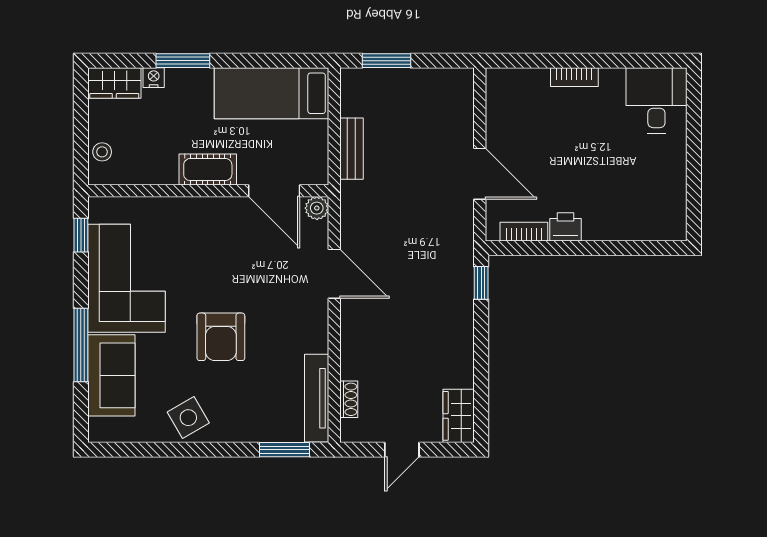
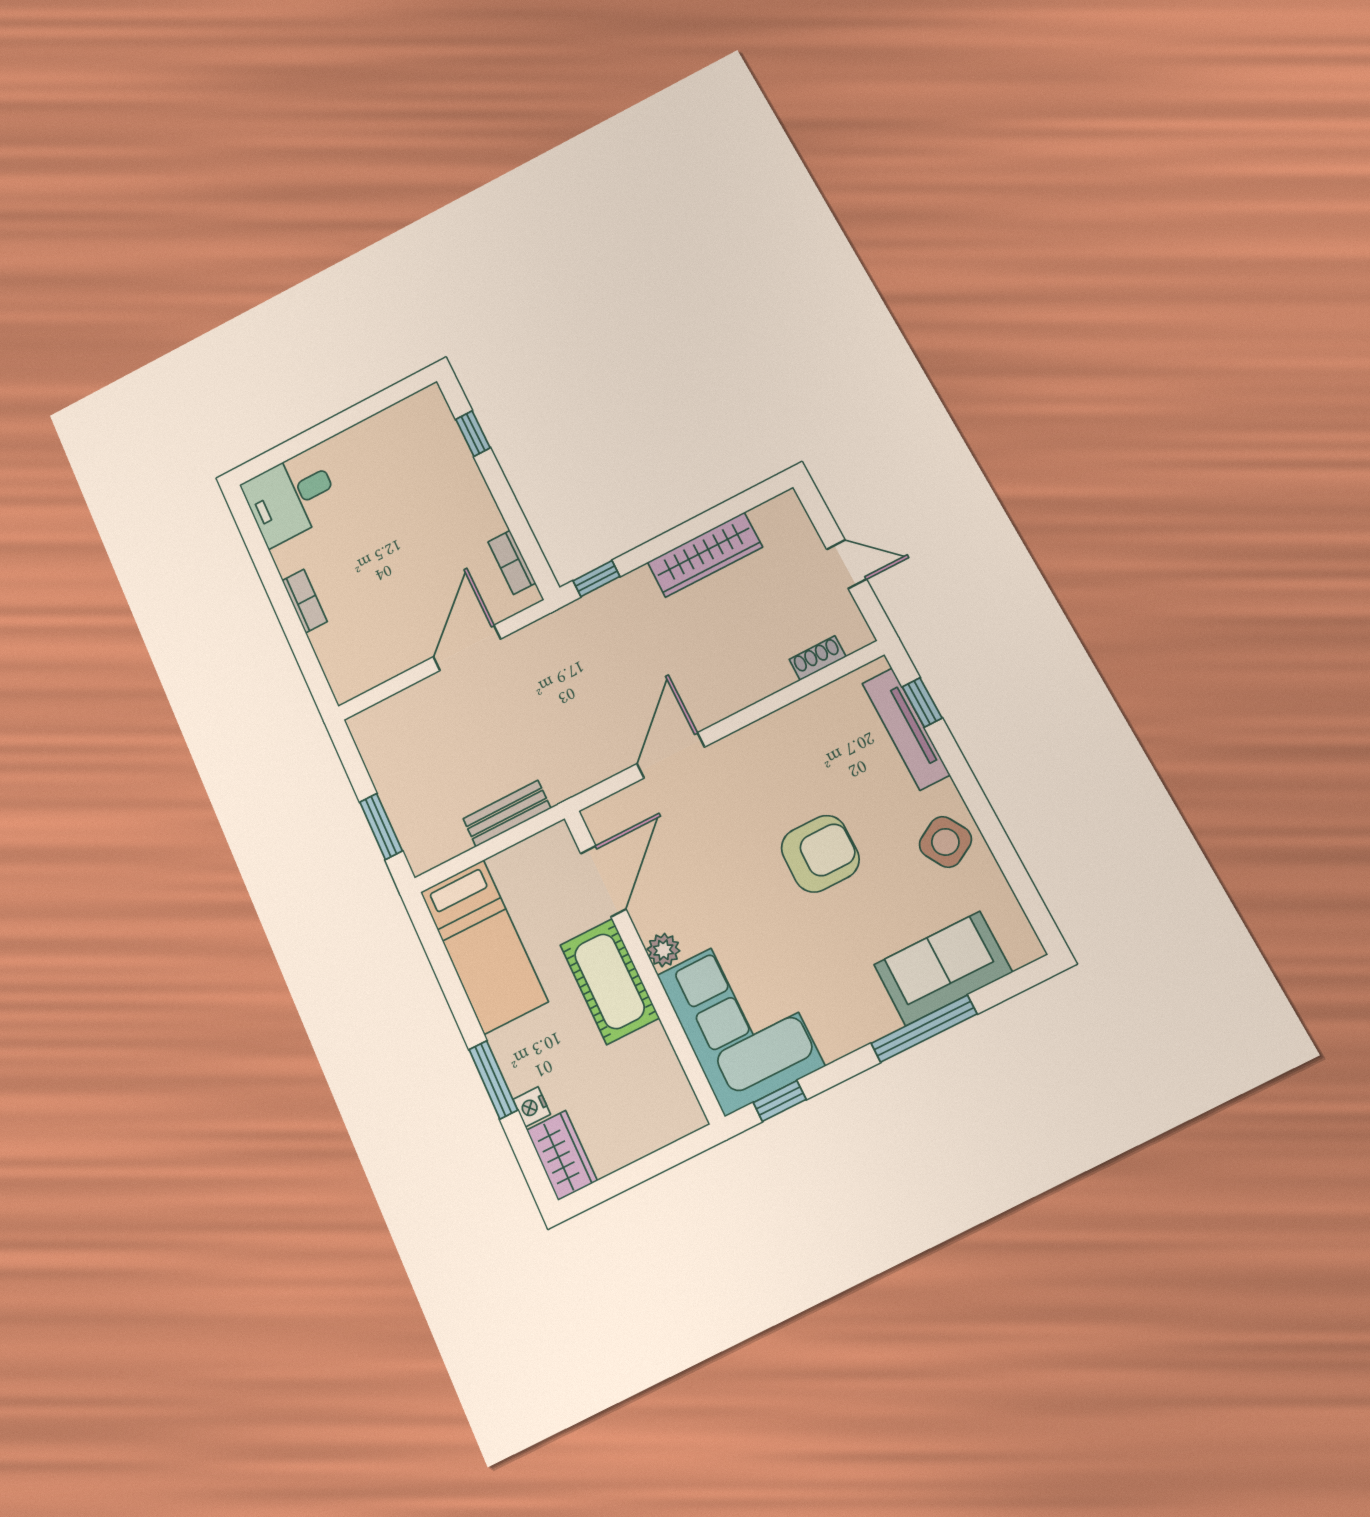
stool: (102, 152) -> (658, 1127), removed
cot: (208, 170) -> (609, 981), width x1.37, depth x1.34
plant: (317, 208) -> (663, 950), moved
printer: (565, 227) -> (484, 519), removed
window: (633, 248) -> (473, 434), added
corner sofa: (127, 278) -> (740, 1020), moved, turned 90
tv unit: (317, 398) -> (906, 729), moved, turned 90
wardrobe: (459, 416) -> (705, 555), moved, width x1.50
window: (285, 450) -> (922, 702), width x0.67

